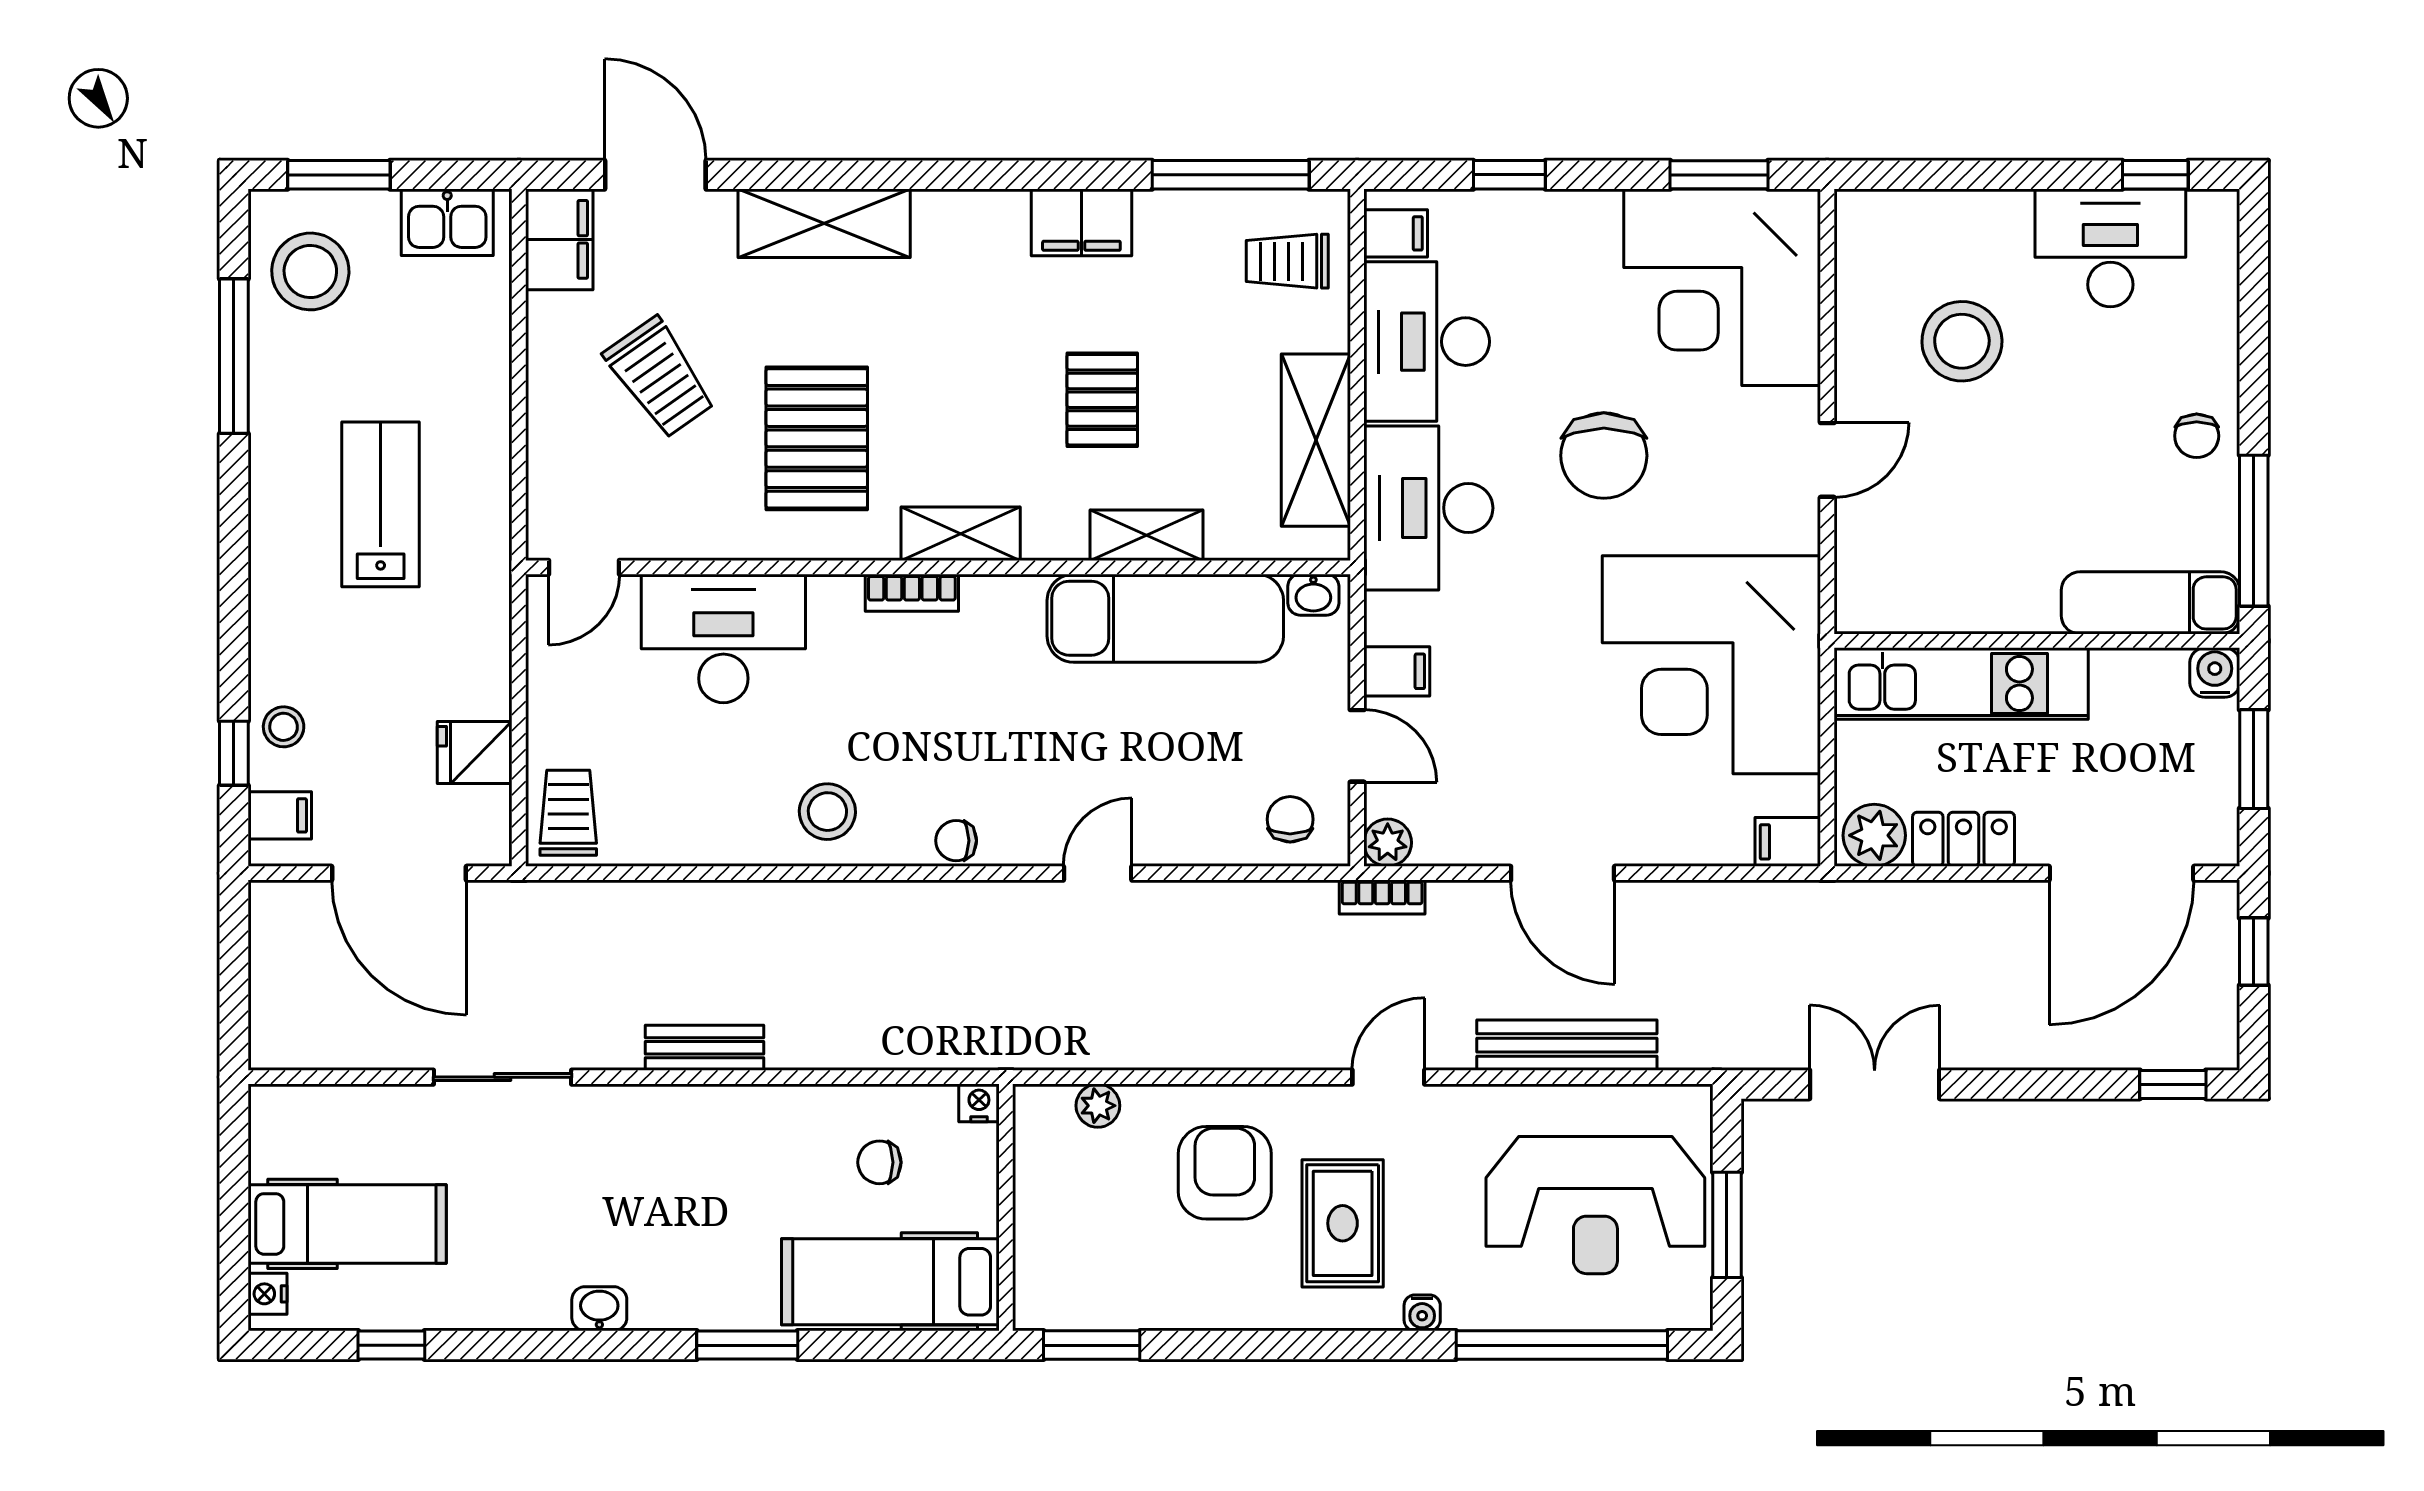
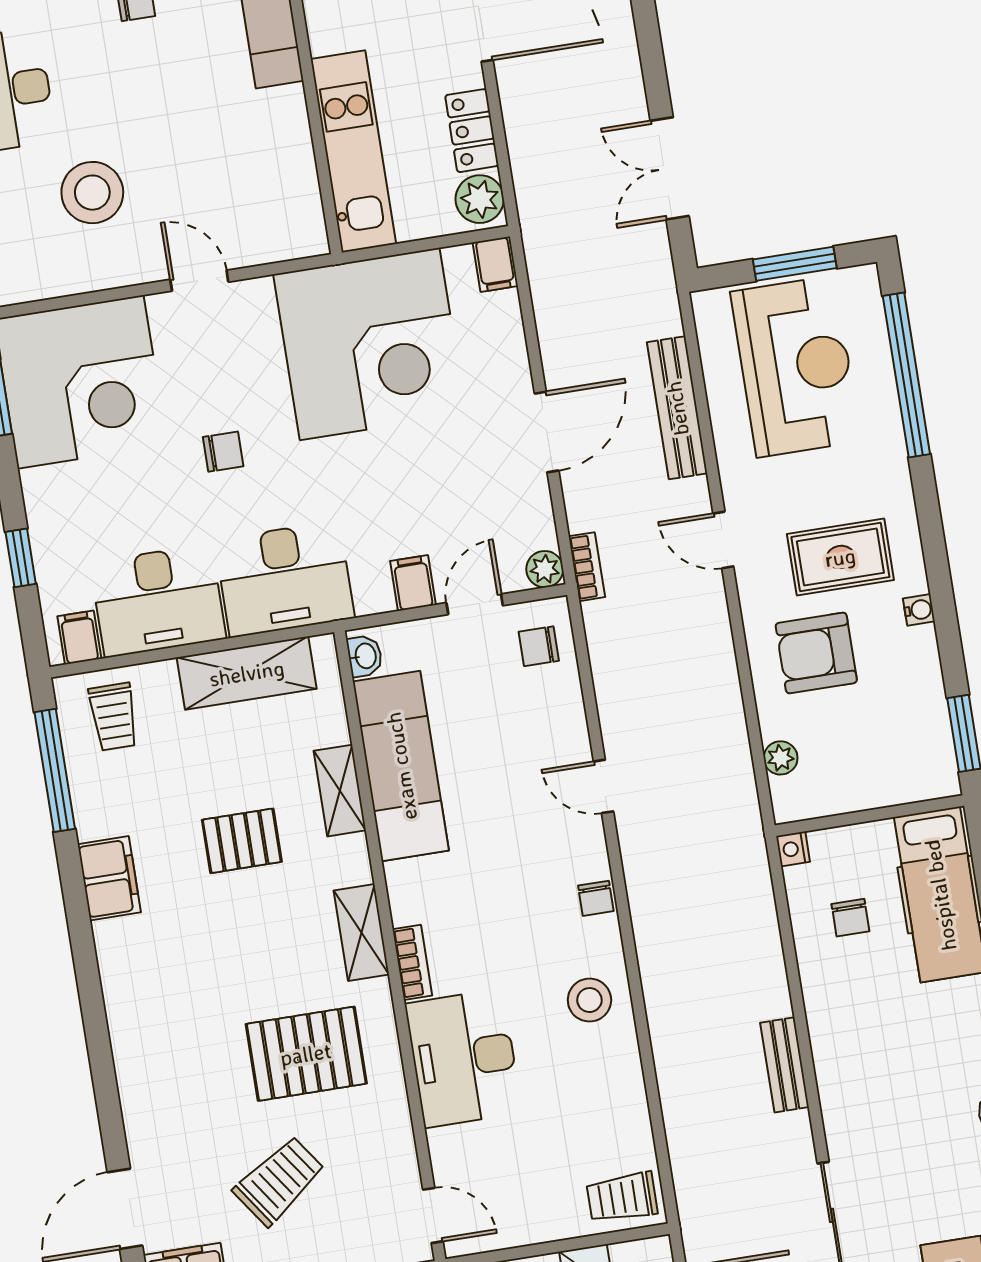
shelving: (824, 223) -> (141, 1074), removed
chair: (1604, 456) -> (223, 452), width x0.54, depth x0.54
desk: (723, 638) -> (463, 1058), moved
water cooler: (1422, 1313) -> (919, 610), moved

